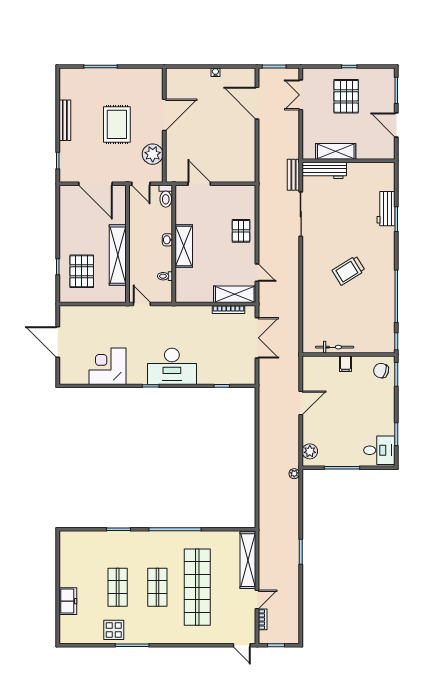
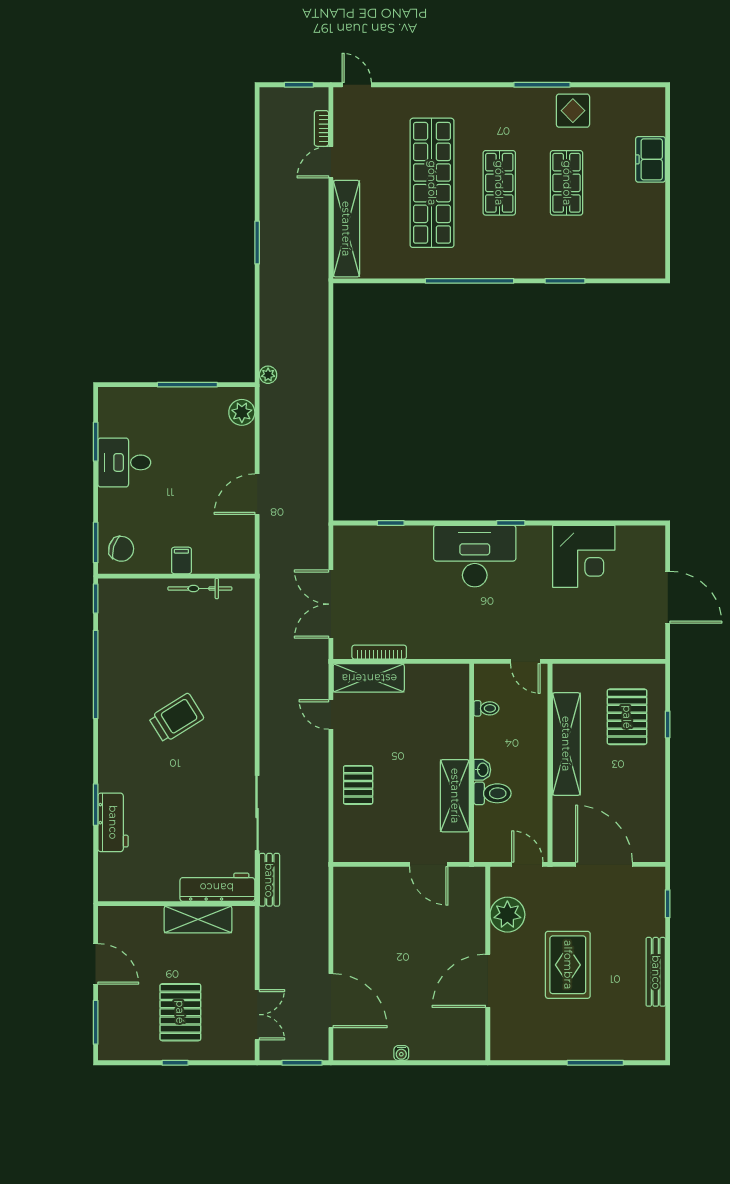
toilet: (166, 196) -> (492, 793), moved, turned 90
shelving: (184, 246) -> (455, 796), moved
desk: (379, 450) -> (124, 462), moved

